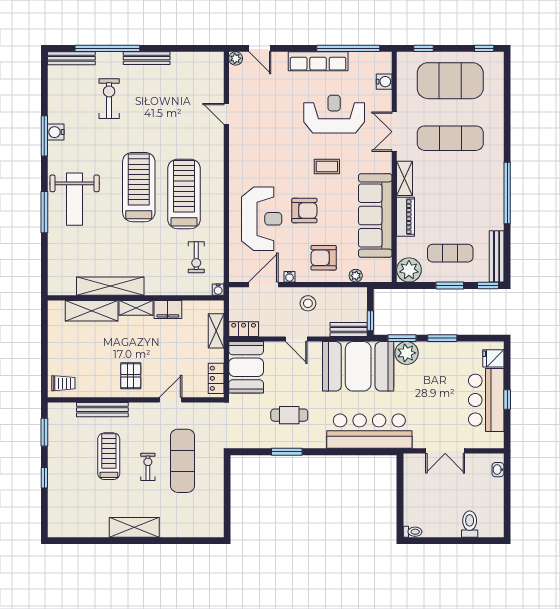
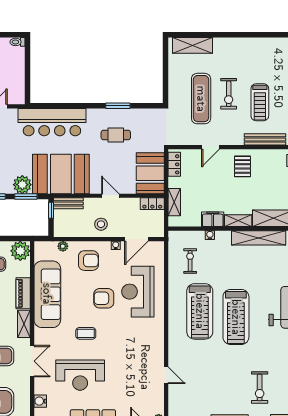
water cooler: (218, 290) -> (210, 235), moved
exercise bike: (148, 467) -> (229, 94), width x1.38, depth x1.39
shelving: (134, 527) -> (193, 45), moved

